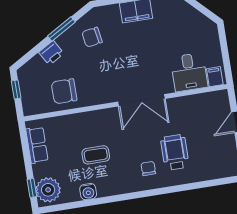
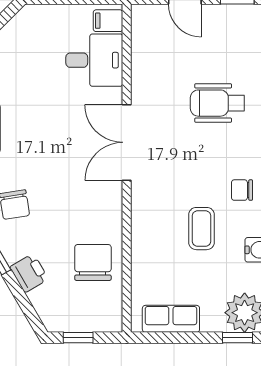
chair: (64, 91) -> (93, 262), turned 180
double door: (141, 100) -> (127, 142), swing flipped
chair: (148, 168) -> (242, 190), moved

